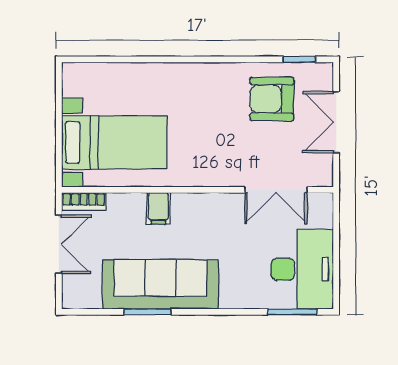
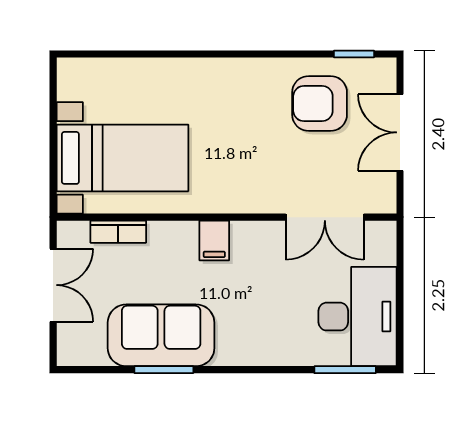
bookcase: (84, 201) -> (118, 232), moved
filing cabinet: (158, 208) -> (214, 240), moved
sofa: (161, 284) -> (161, 335), width x0.73

